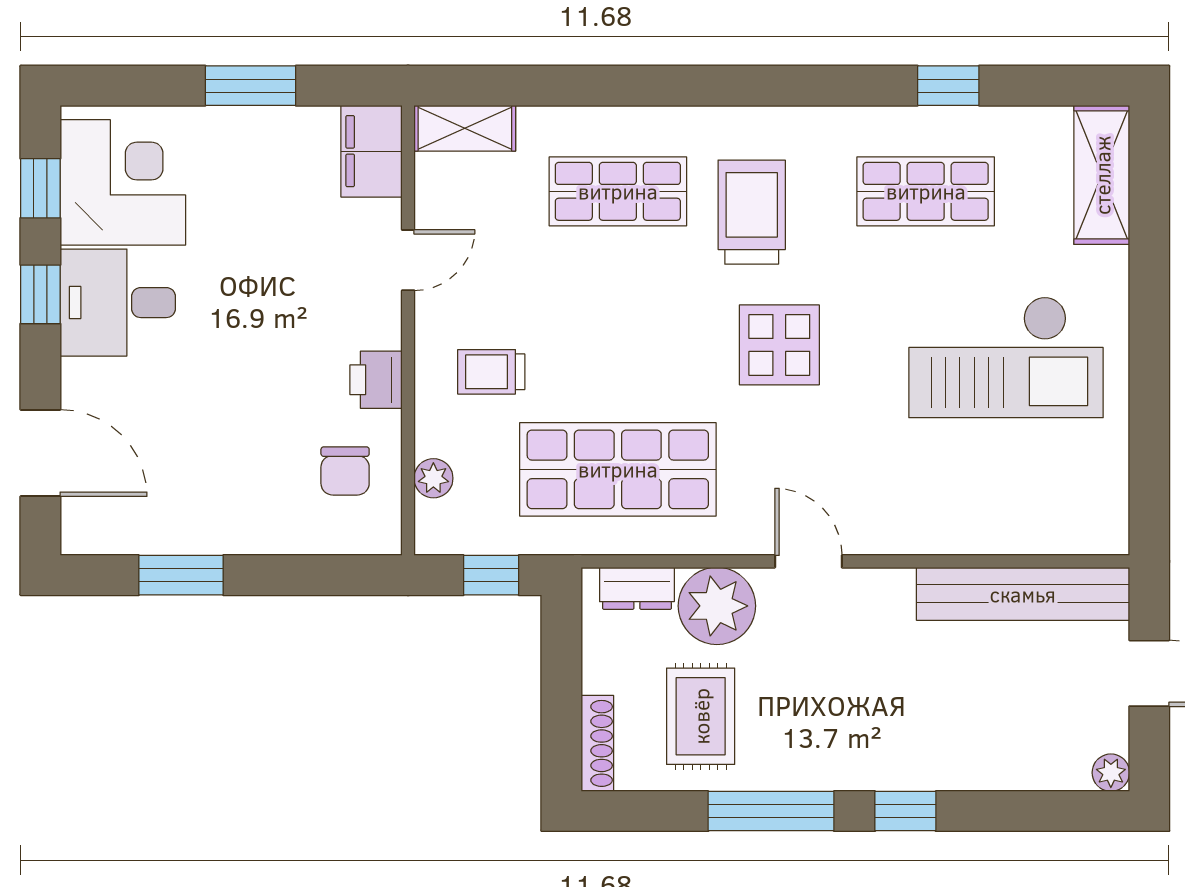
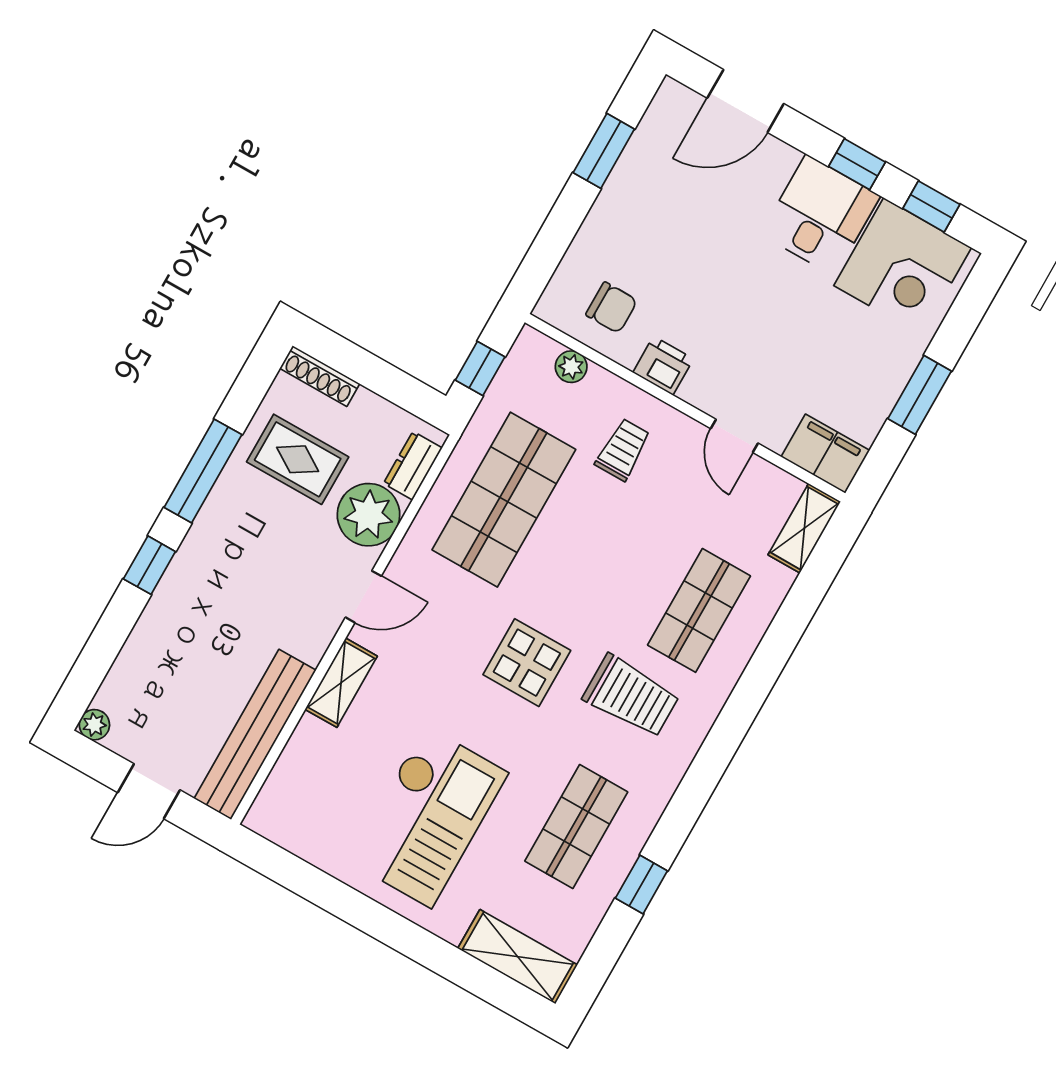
checkout: (1006, 357) -> (428, 817), turned 180
chair: (345, 471) -> (612, 308), turned 180
shelving: (915, 533) -> (341, 683), added

